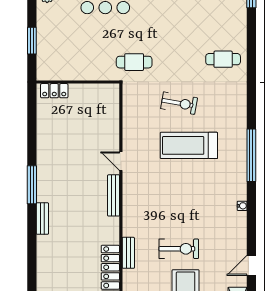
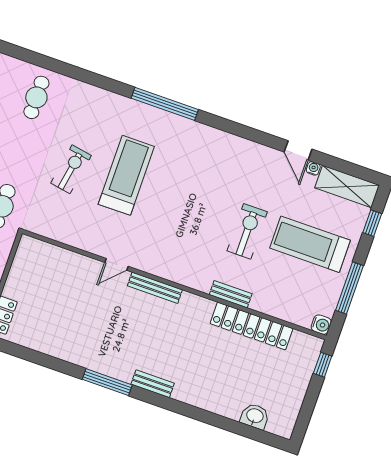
treadmill: (189, 145) -> (126, 175), turned 180
water cooler: (242, 206) -> (313, 168), moved

